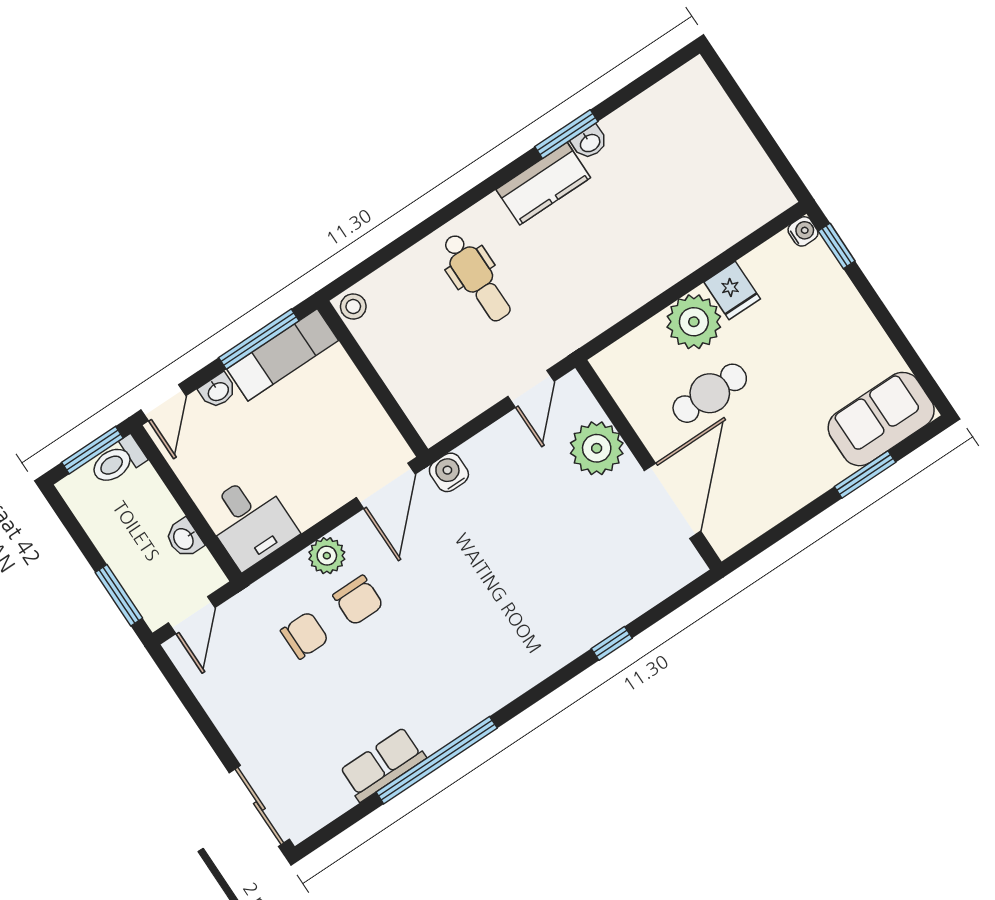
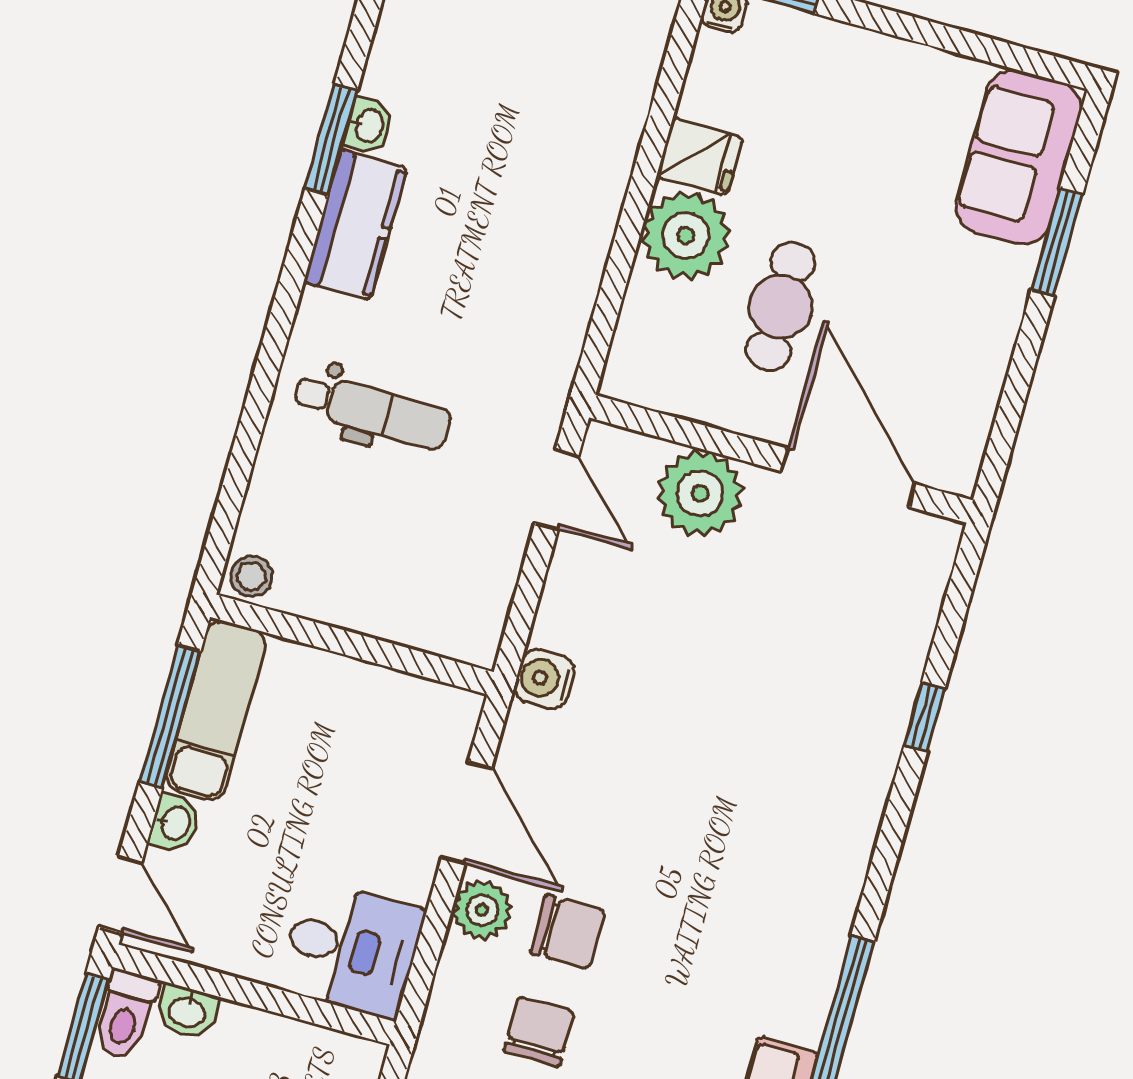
door: (386, 486) -> (467, 813), moved
washbasin: (184, 539) -> (187, 1011), moved

